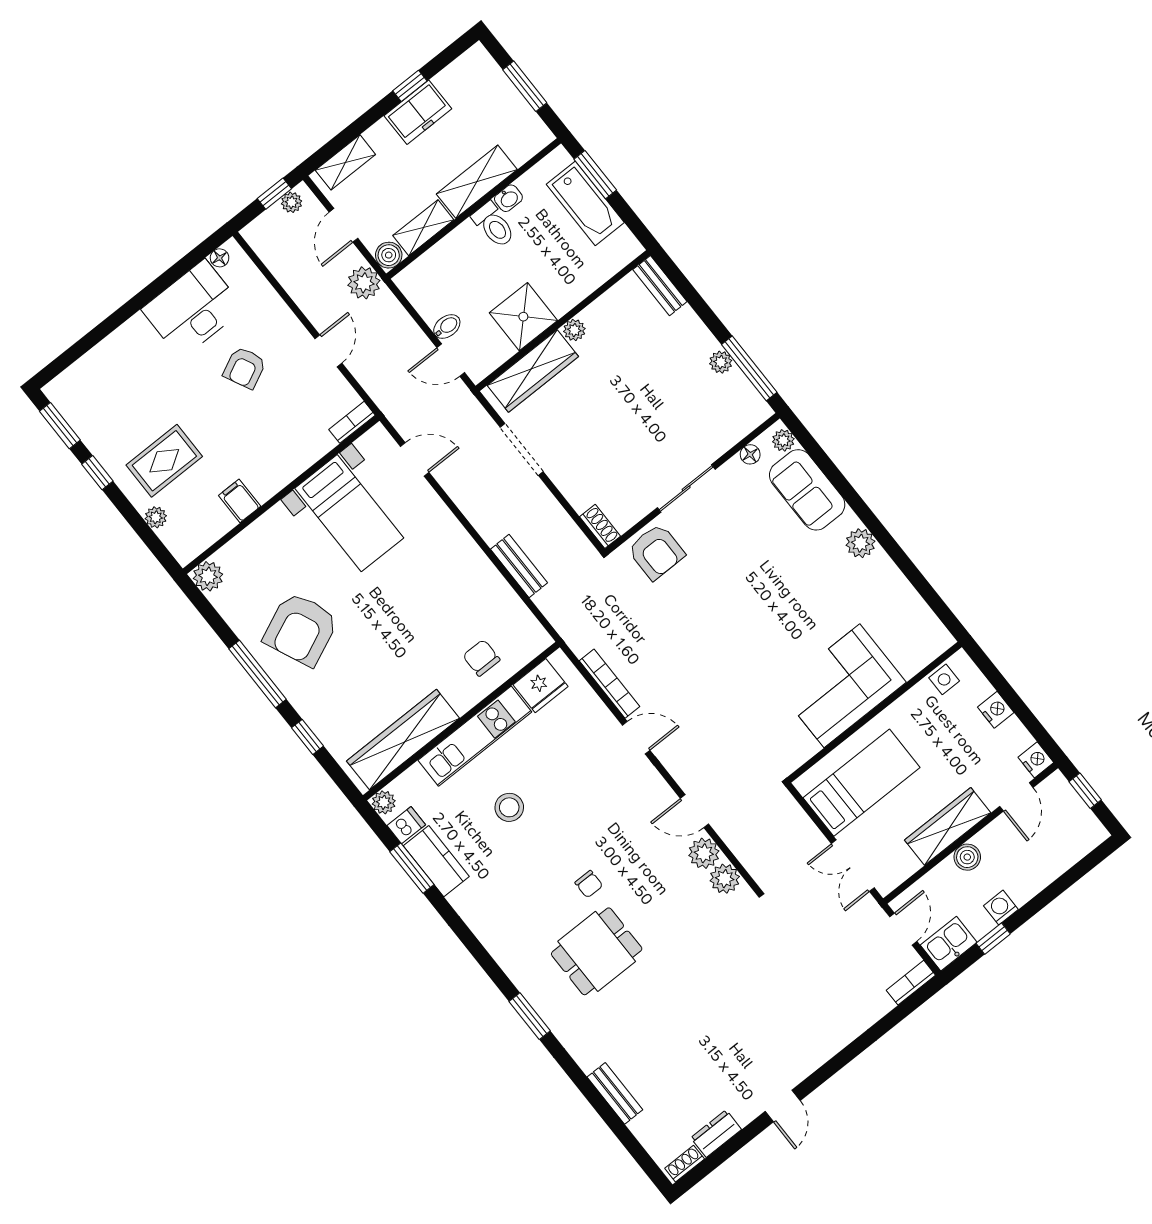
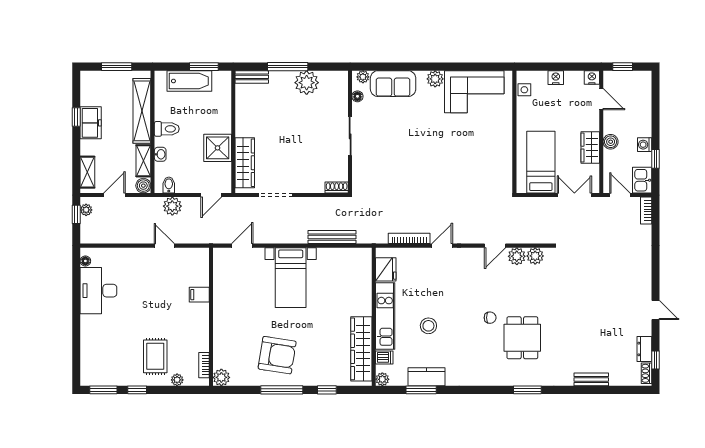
window: (595, 175) -> (204, 67), moved
shelving: (477, 182) -> (142, 111), width x1.47
washbasin: (508, 198) -> (160, 154), moved
door: (343, 225) -> (114, 195), swing flipped
plant: (364, 283) -> (172, 206), moved
bidet: (447, 326) -> (169, 185), moved
plant: (574, 330) -> (241, 130), removed
plant: (721, 362) -> (307, 83), width x1.88, depth x1.88
armchair: (245, 368) -> (142, 288), removed
window: (749, 368) -> (288, 67), moved
bookcase: (352, 422) -> (204, 365), moved
filing cabinet: (240, 501) -> (199, 295), moved
bed with nightstands: (349, 513) -> (291, 278), moved, turned 90
armchair: (656, 552) -> (367, 172), removed
bench: (519, 566) -> (332, 237), width x1.36
armchair: (301, 629) -> (277, 355), turned -57
chair: (481, 658) -> (353, 286), removed
corner sofa: (842, 686) -> (474, 92), moved, turned -90
dishwasher: (406, 825) -> (384, 357), moved, turned 90
wardrobe: (948, 826) -> (590, 148), width x0.67
double door: (853, 866) -> (574, 195), swing flipped
window: (713, 1161) -> (655, 360), added

